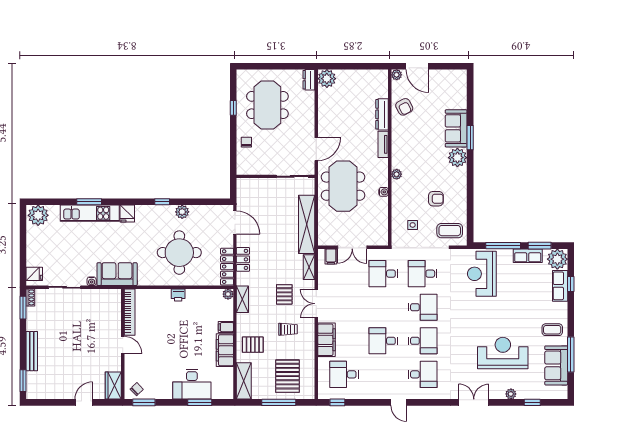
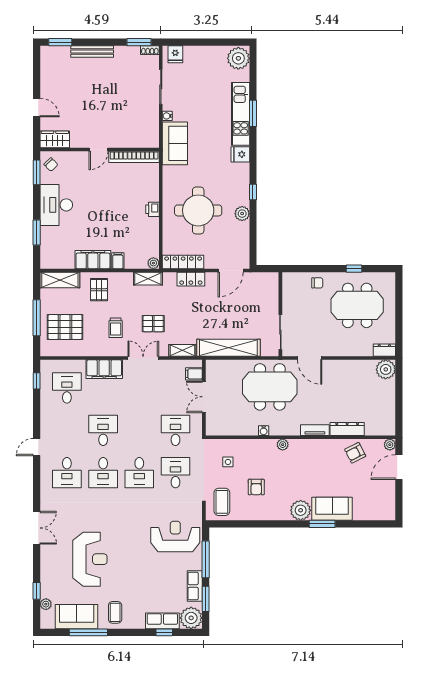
desk: (192, 384) -> (56, 205), moved
plant: (511, 394) -> (46, 604), moved

